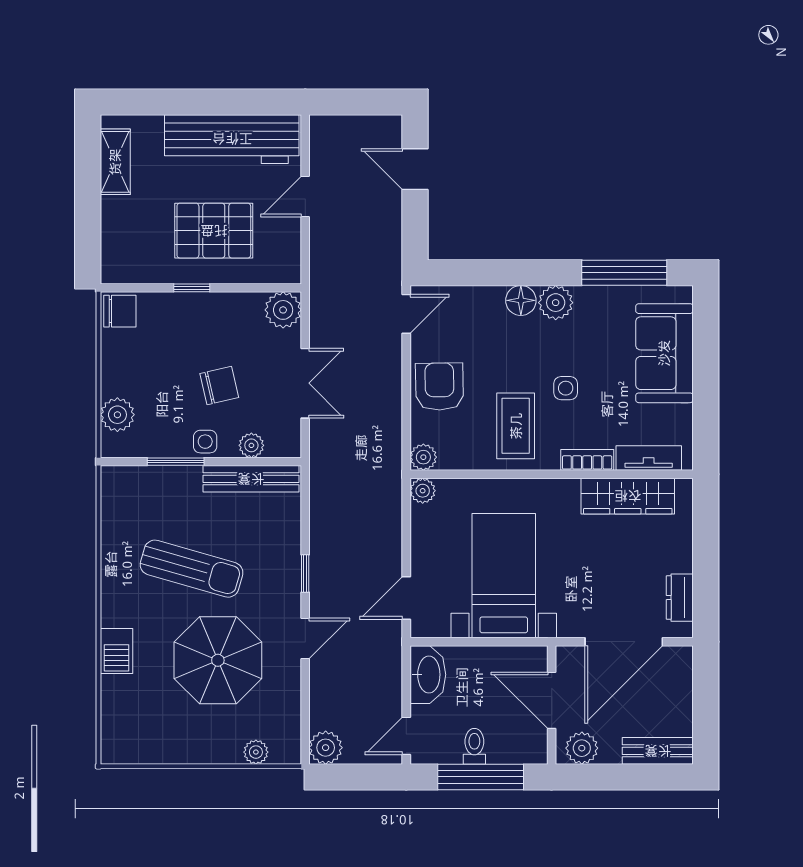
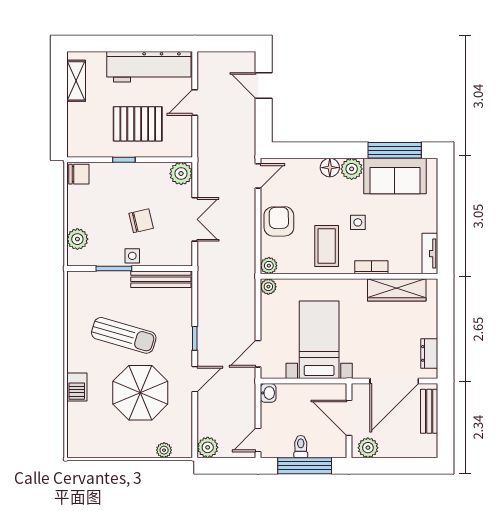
sofa: (664, 353) -> (395, 176), moved, turned -90
plant: (251, 445) -> (161, 258), removed
tv unit: (649, 458) -> (430, 254), moved, turned -90
washbasin: (428, 675) -> (268, 393), width x0.52, depth x0.69
bench: (658, 751) -> (429, 411), moved, turned 90

